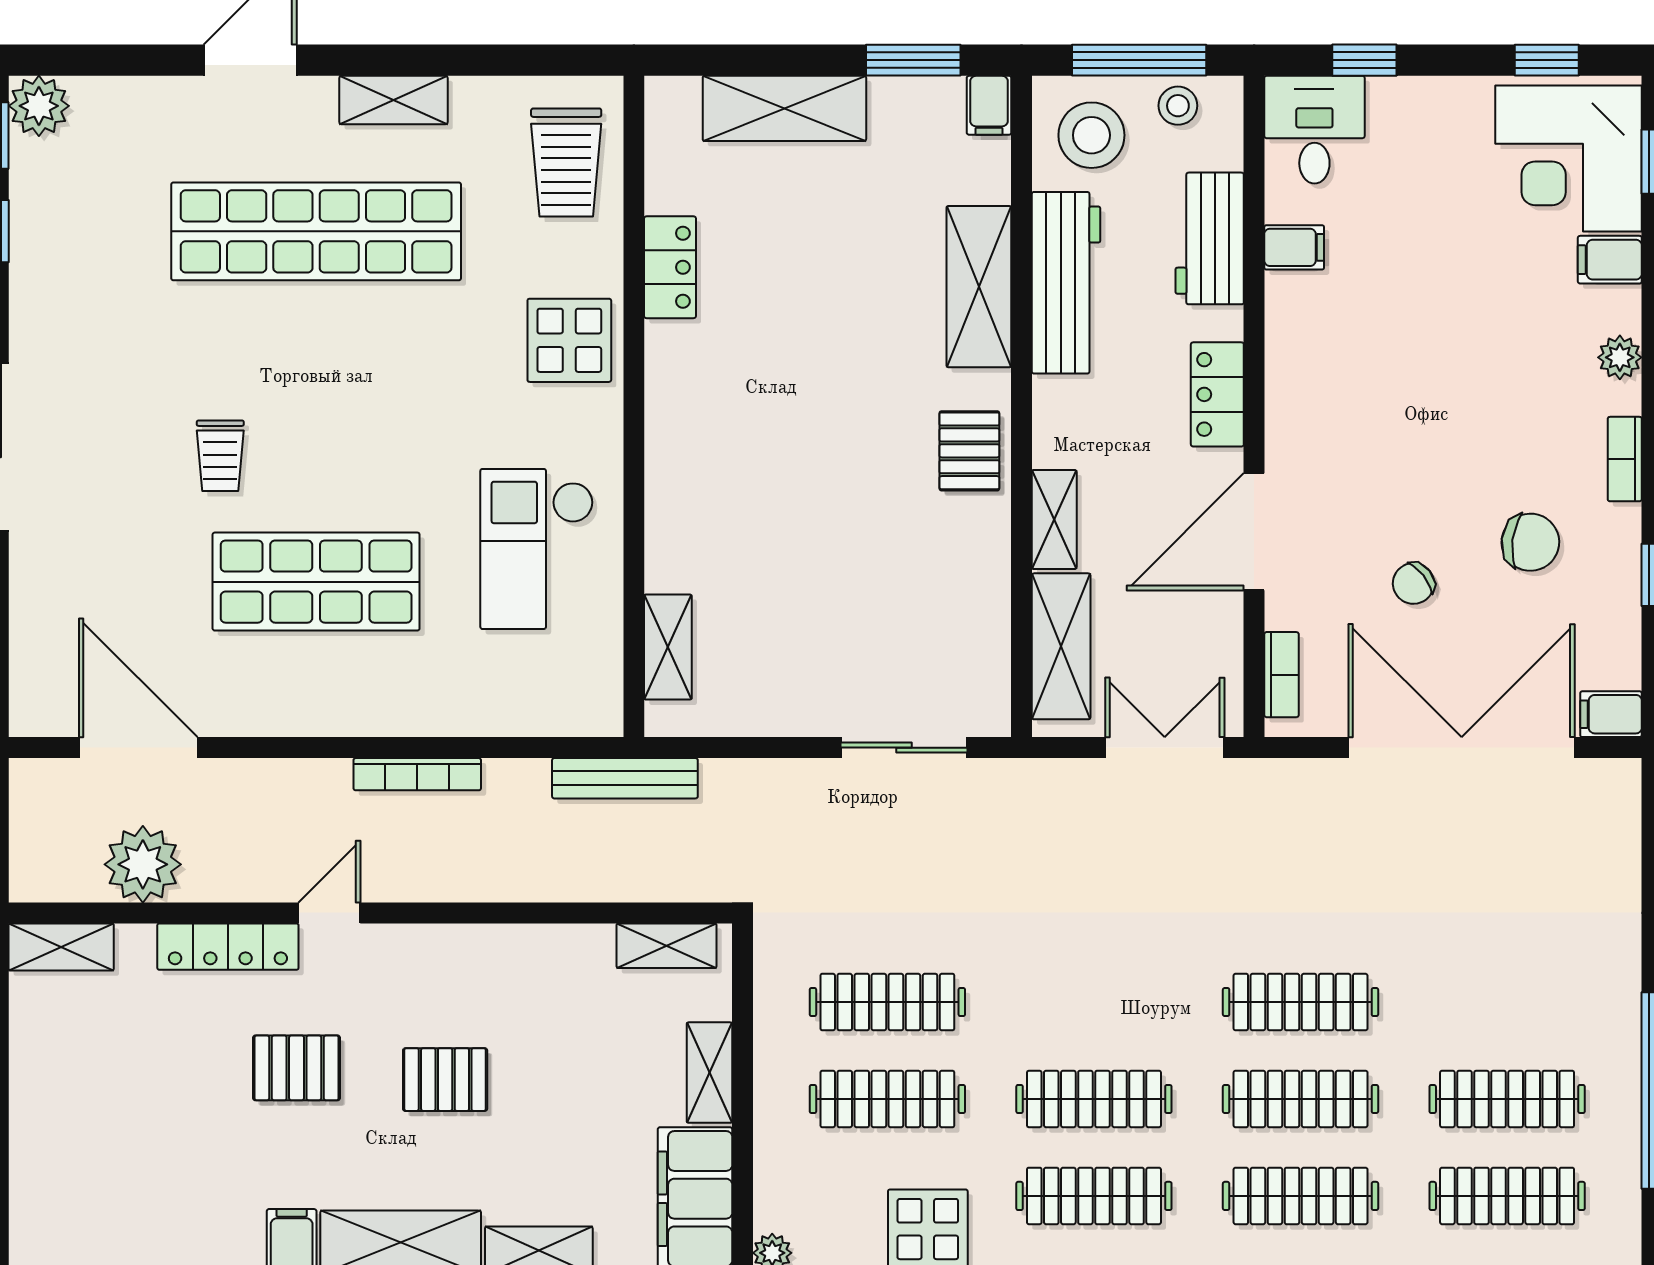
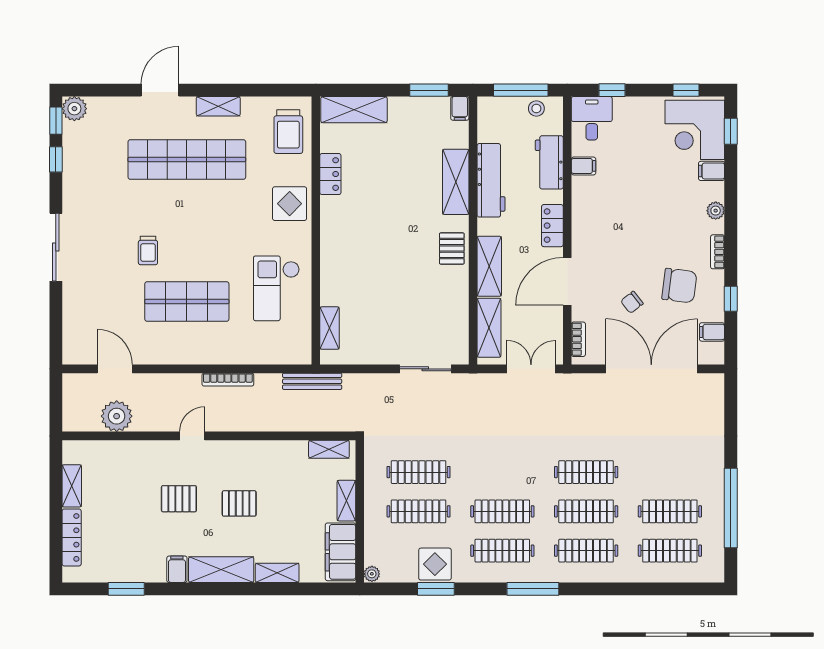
shelving: (784, 108) -> (354, 110), moved
stool: (1091, 135) -> (501, 120), removed
shelving: (1054, 519) -> (489, 266), width x1.50, depth x1.33
chair: (1530, 542) -> (679, 286), width x1.37, depth x1.37
filing cabinet: (1611, 714) -> (712, 332), moved
door: (138, 748) -> (115, 369), width x0.73
shelving: (61, 947) -> (72, 486), moved, turned 90
locker: (228, 947) -> (72, 537), moved, turned -90

